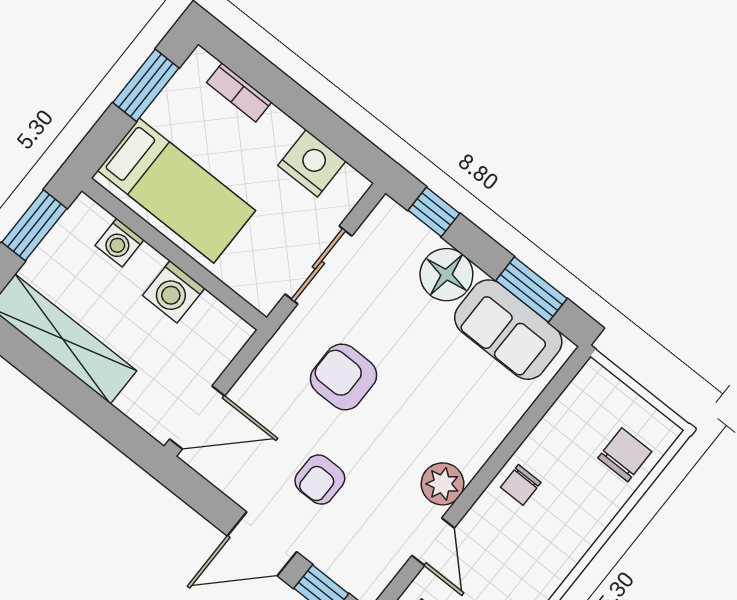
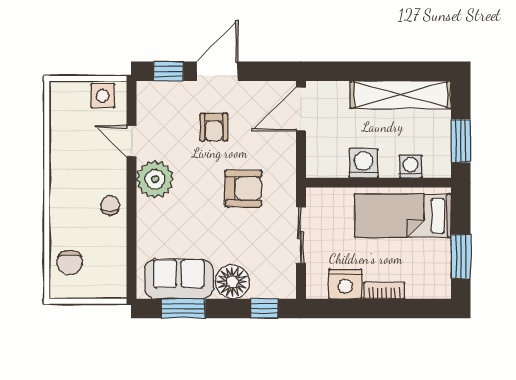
bookcase: (239, 92) -> (384, 291), moved
armchair: (320, 480) -> (214, 127), turned 180
plant: (443, 484) -> (155, 179), width x1.36, depth x1.36

